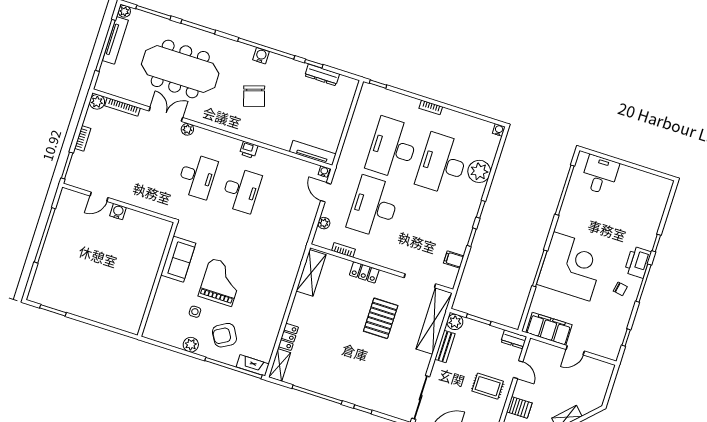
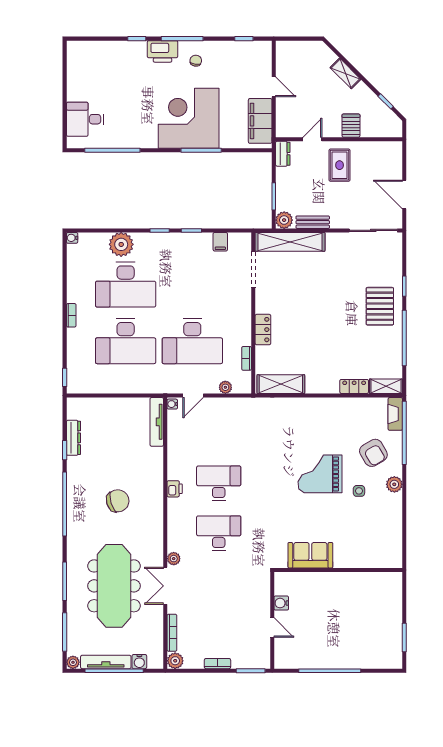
water cooler: (261, 56) -> (139, 662), moved, turned -90
sofa: (178, 259) -> (310, 555), moved
wall: (157, 280) -> (338, 570), moved
pallet: (381, 318) -> (380, 306), moved, turned 90

